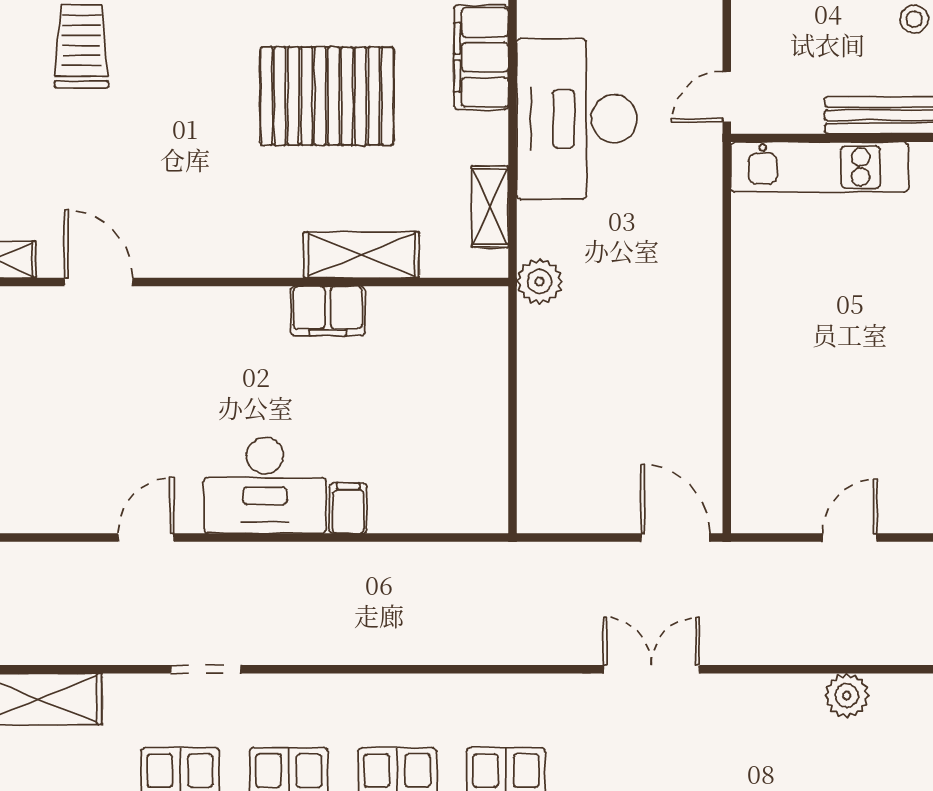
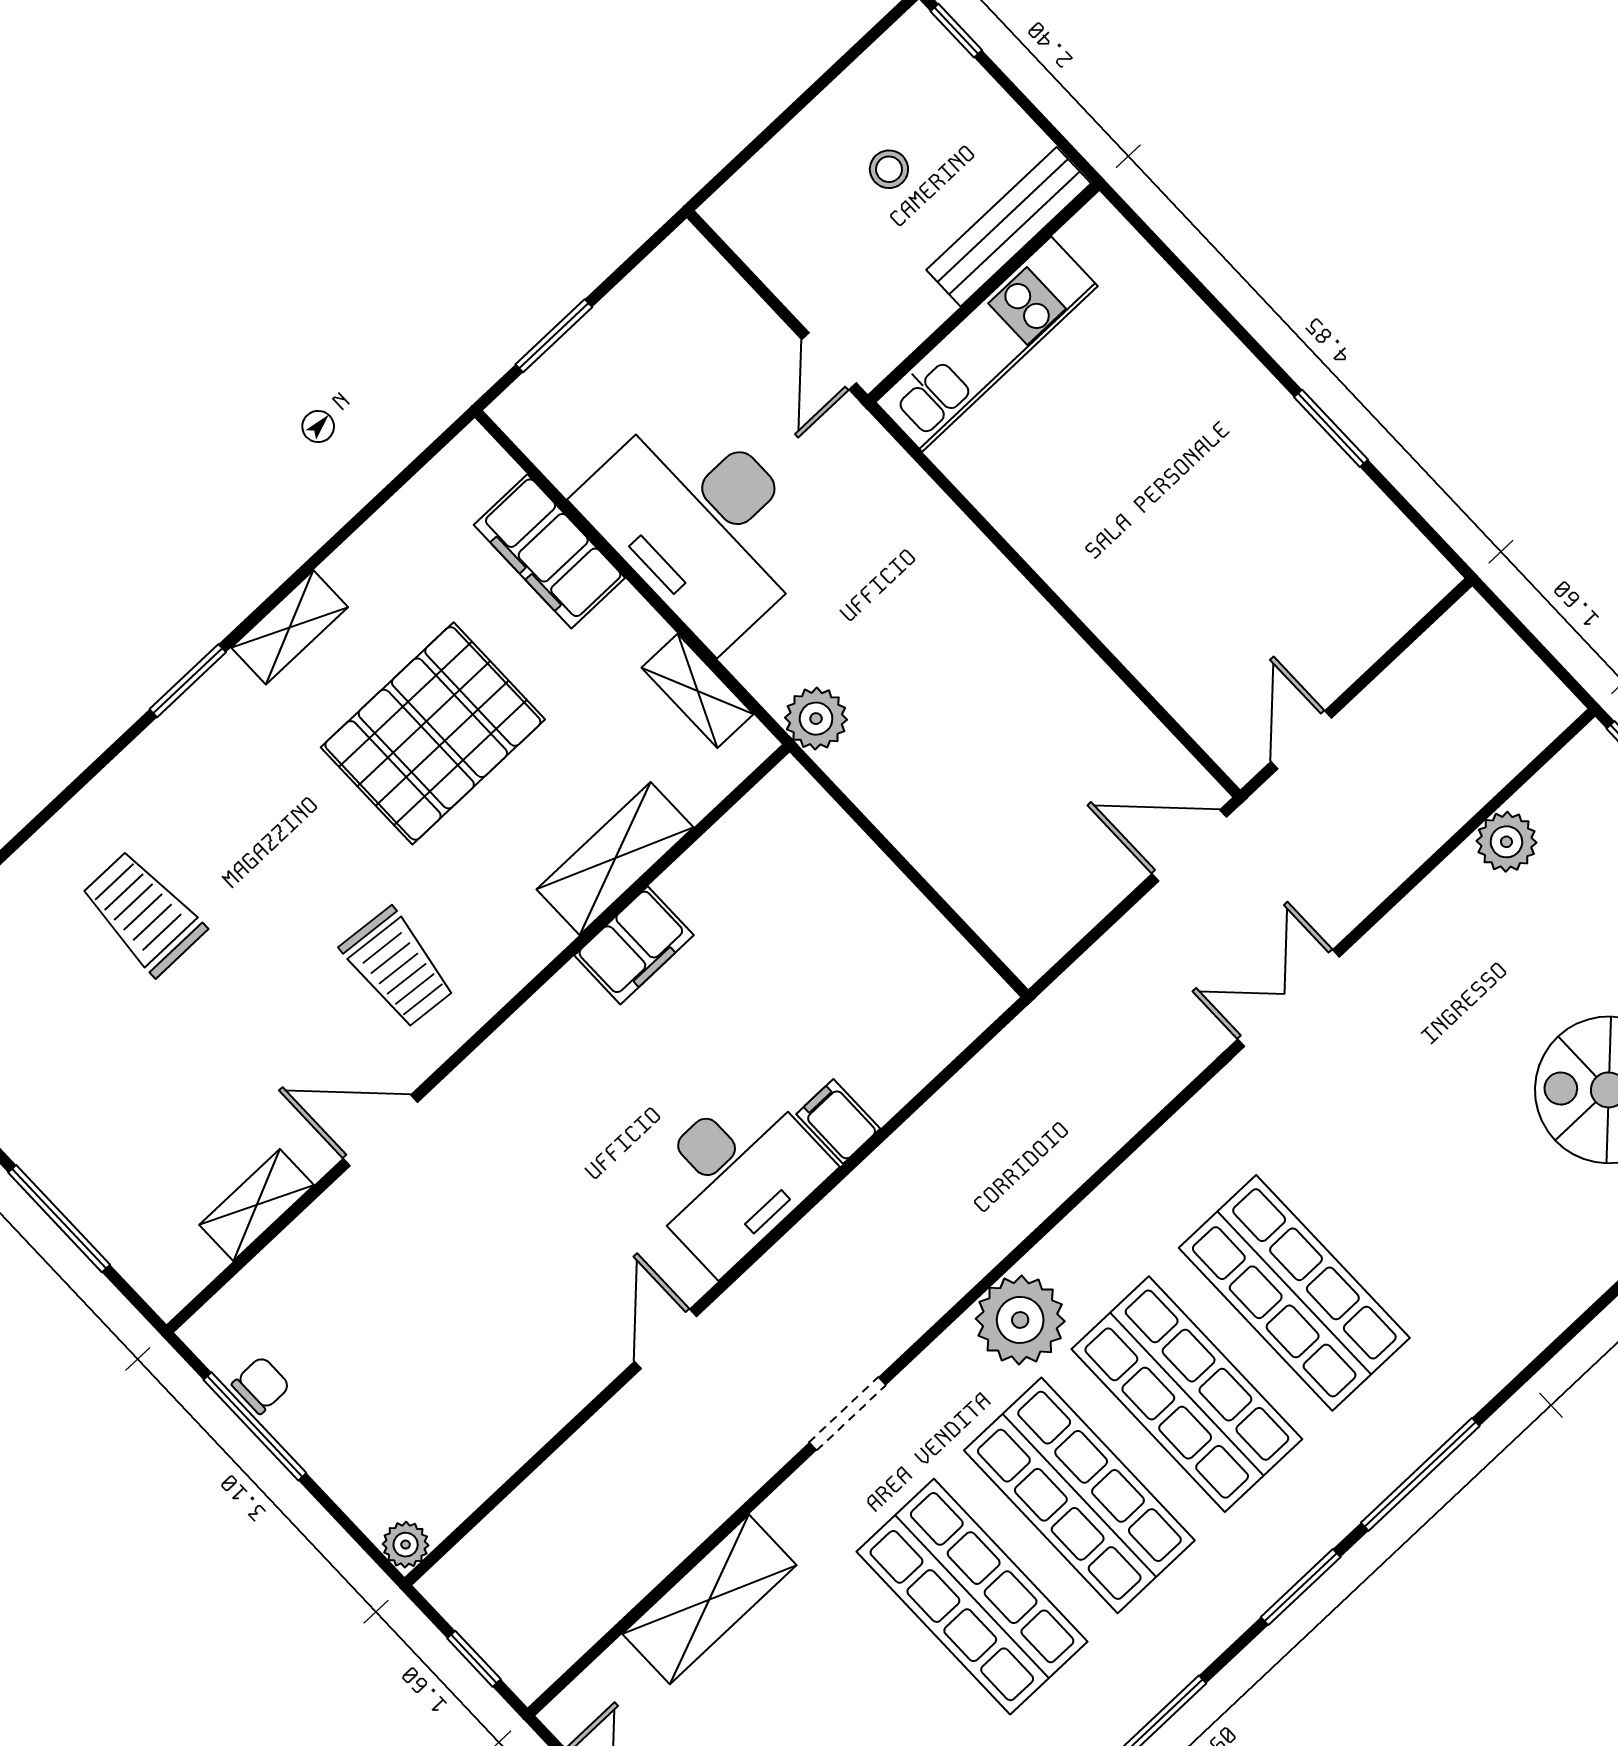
stool: (914, 19) -> (889, 169), moved
trolley: (190, 204) -> (398, 968), added
door: (850, 537) -> (1301, 740), moved
plant: (345, 706) -> (1020, 1320), added

